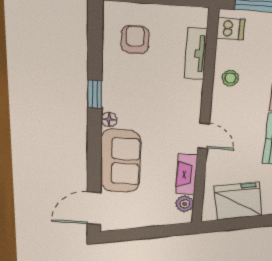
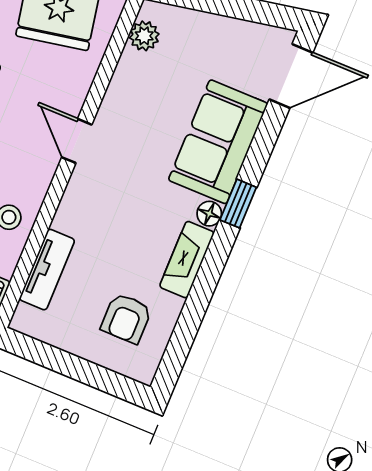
window: (95, 94) -> (238, 204), moved
fireplace: (187, 174) -> (187, 260), moved, turned 180

